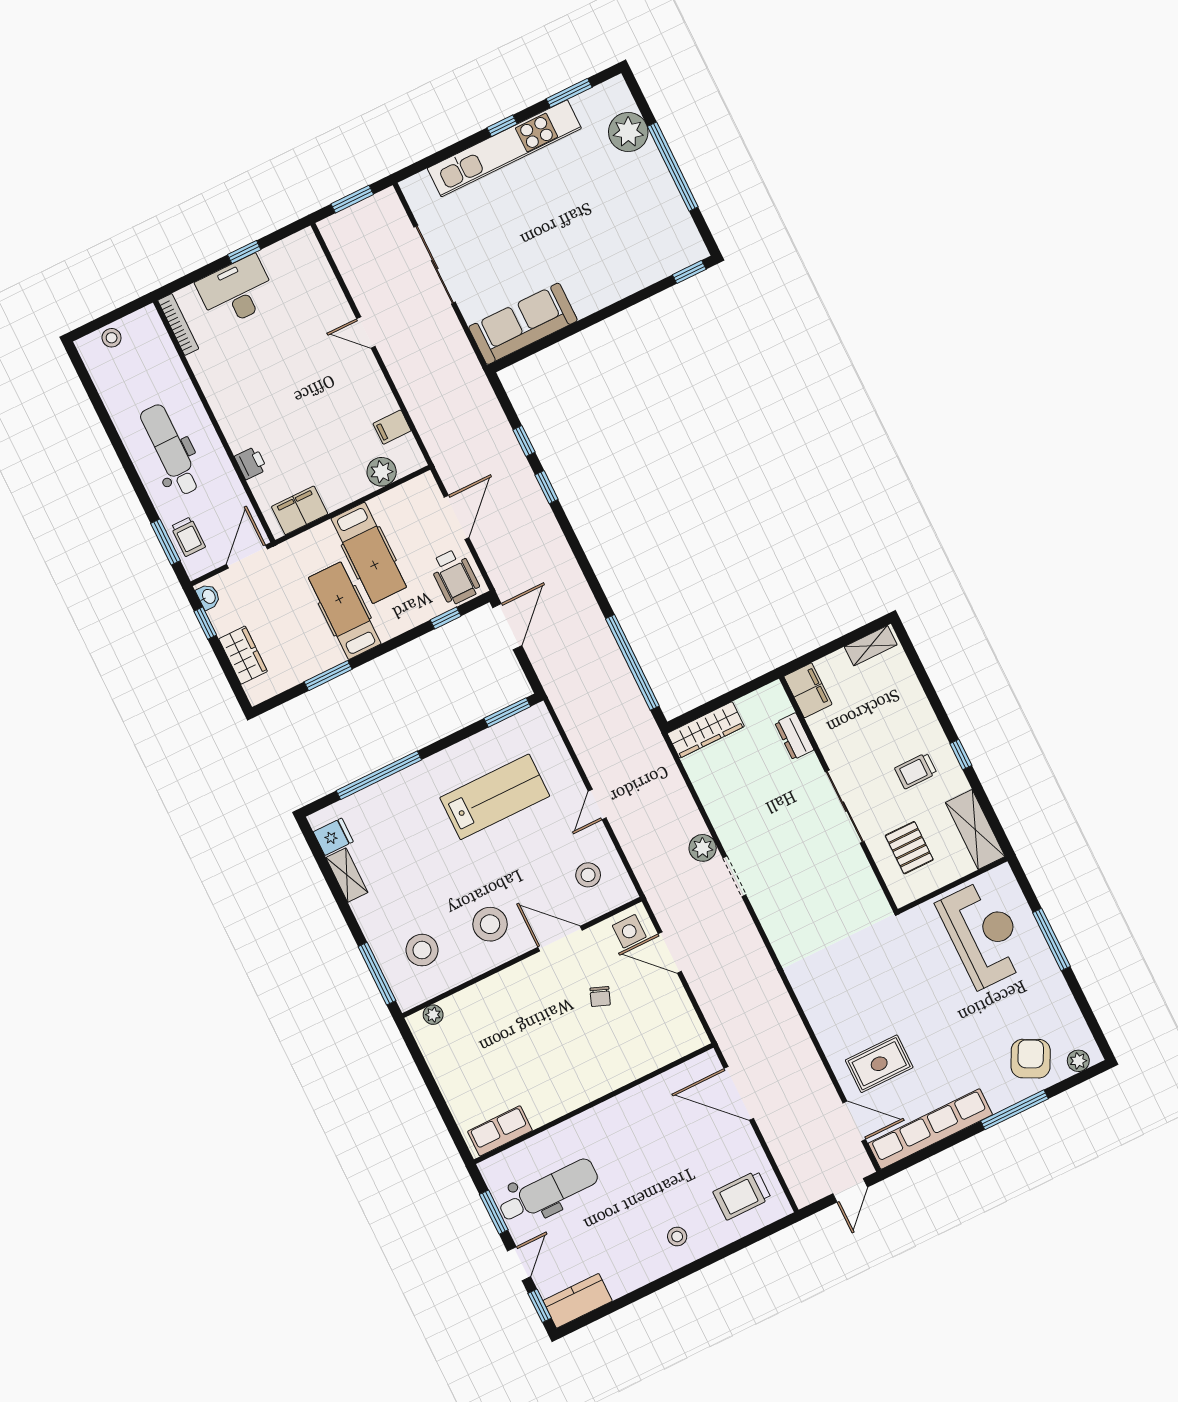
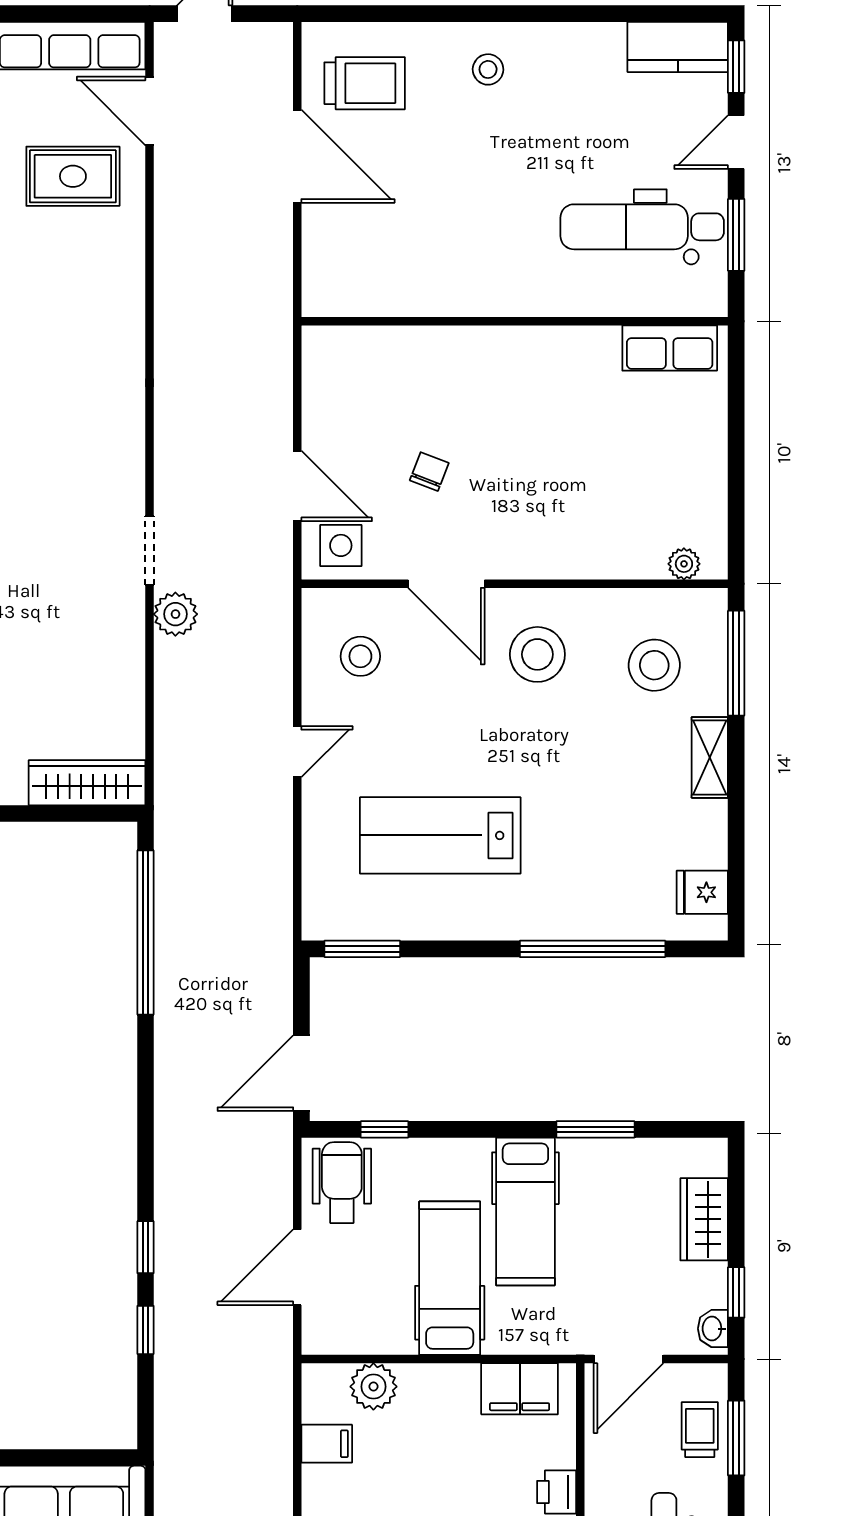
shelving: (347, 875) -> (710, 757), moved
door: (739, 1093) -> (297, 156), moved

